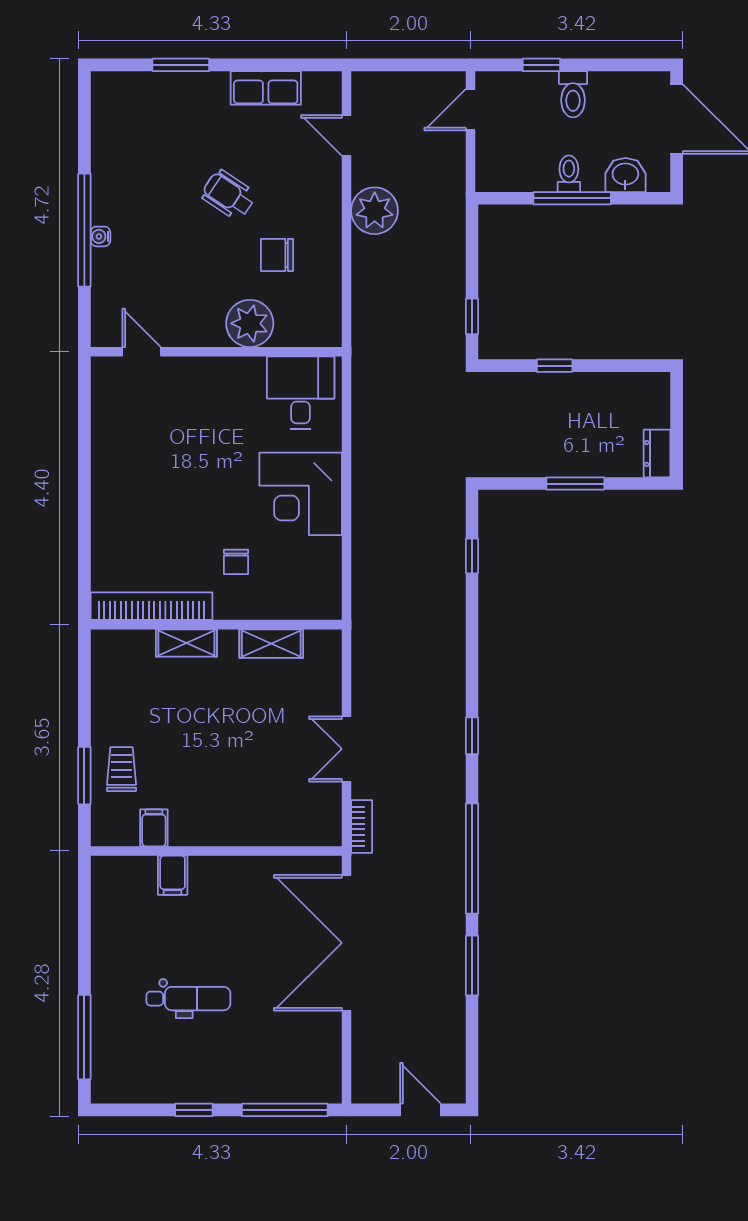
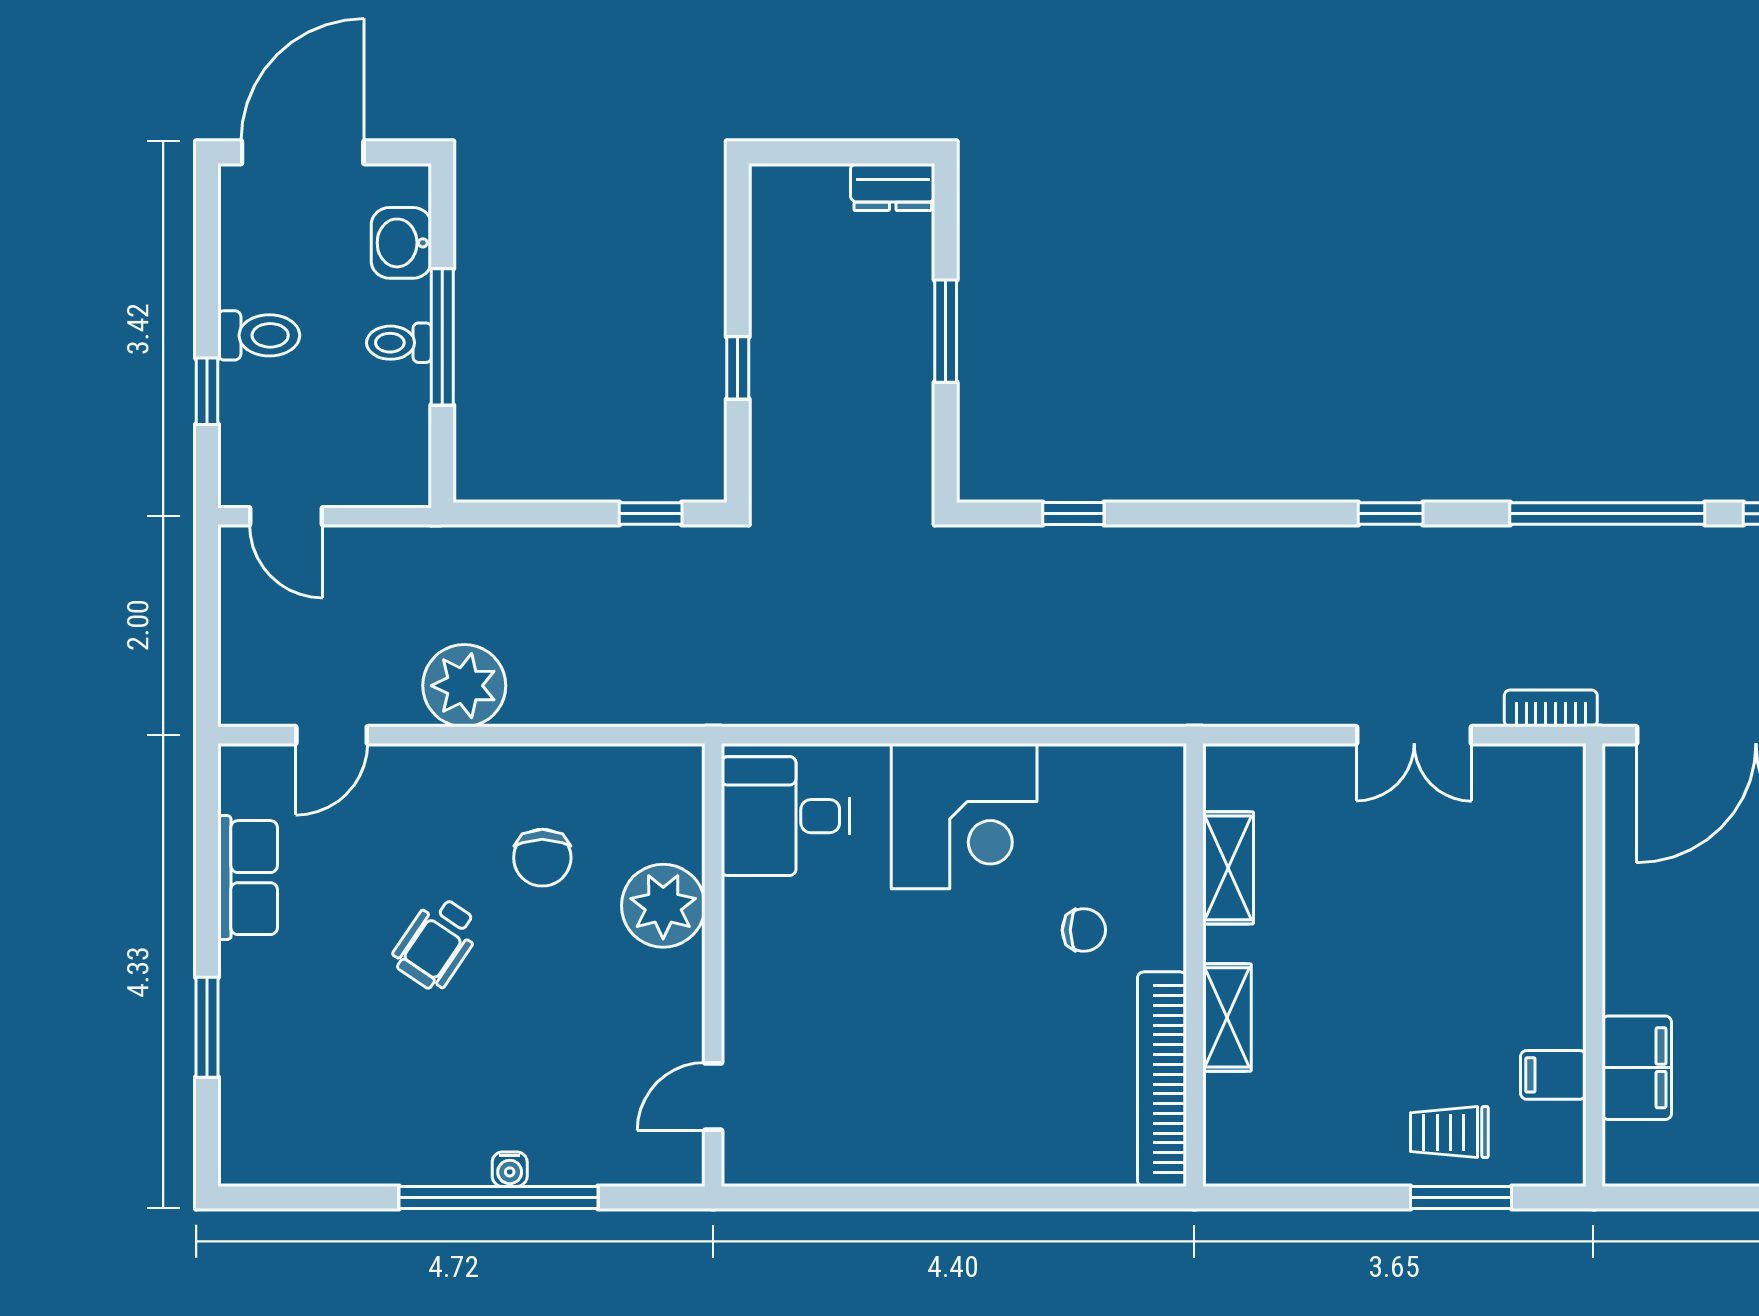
filing cabinet: (173, 875) -> (1637, 1068), width x2.00

